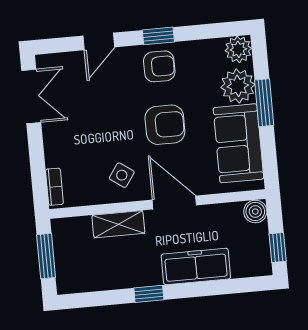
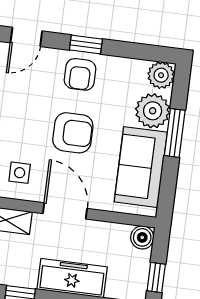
armchair: (159, 66) -> (80, 74), turned 90
side table: (122, 175) -> (20, 173), turned -35

